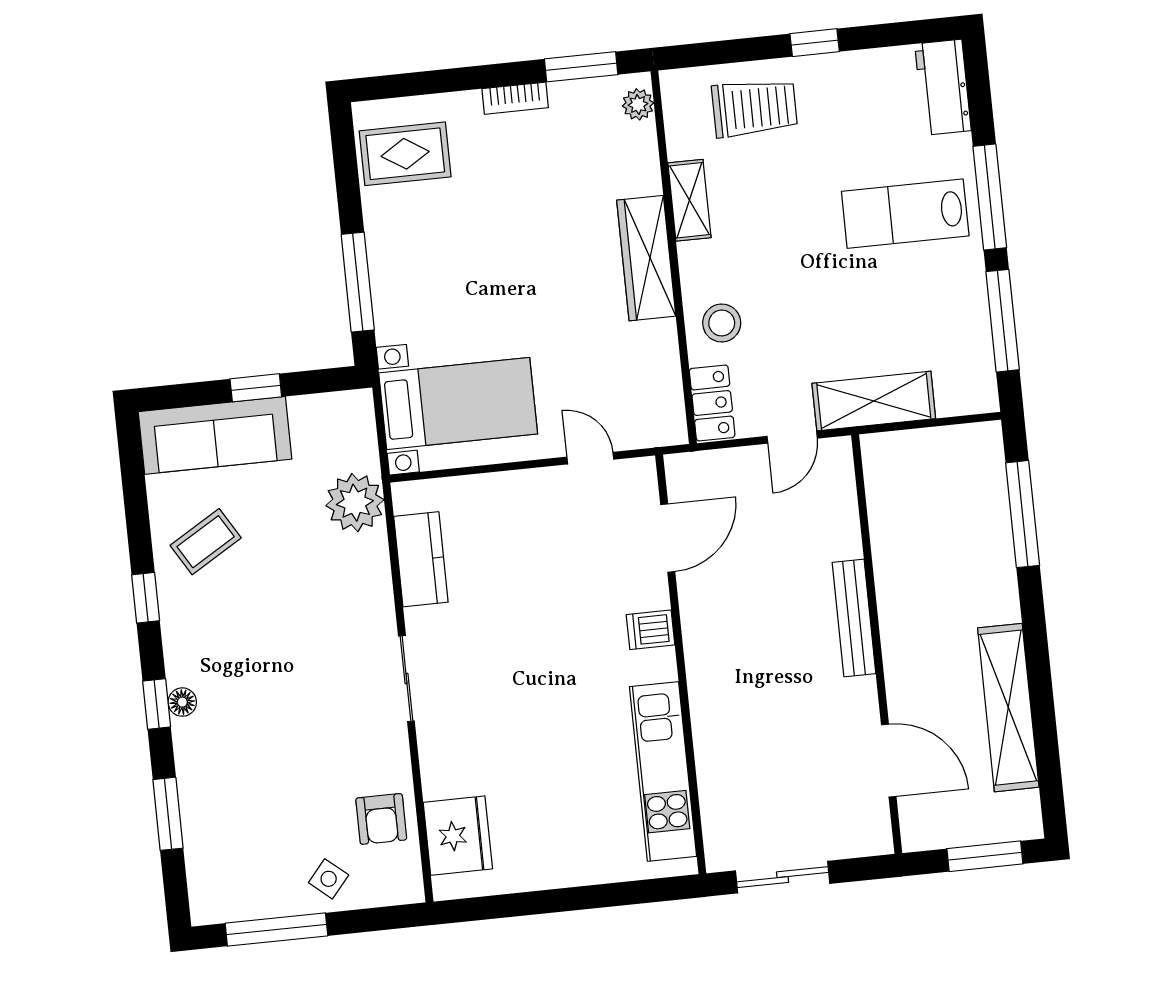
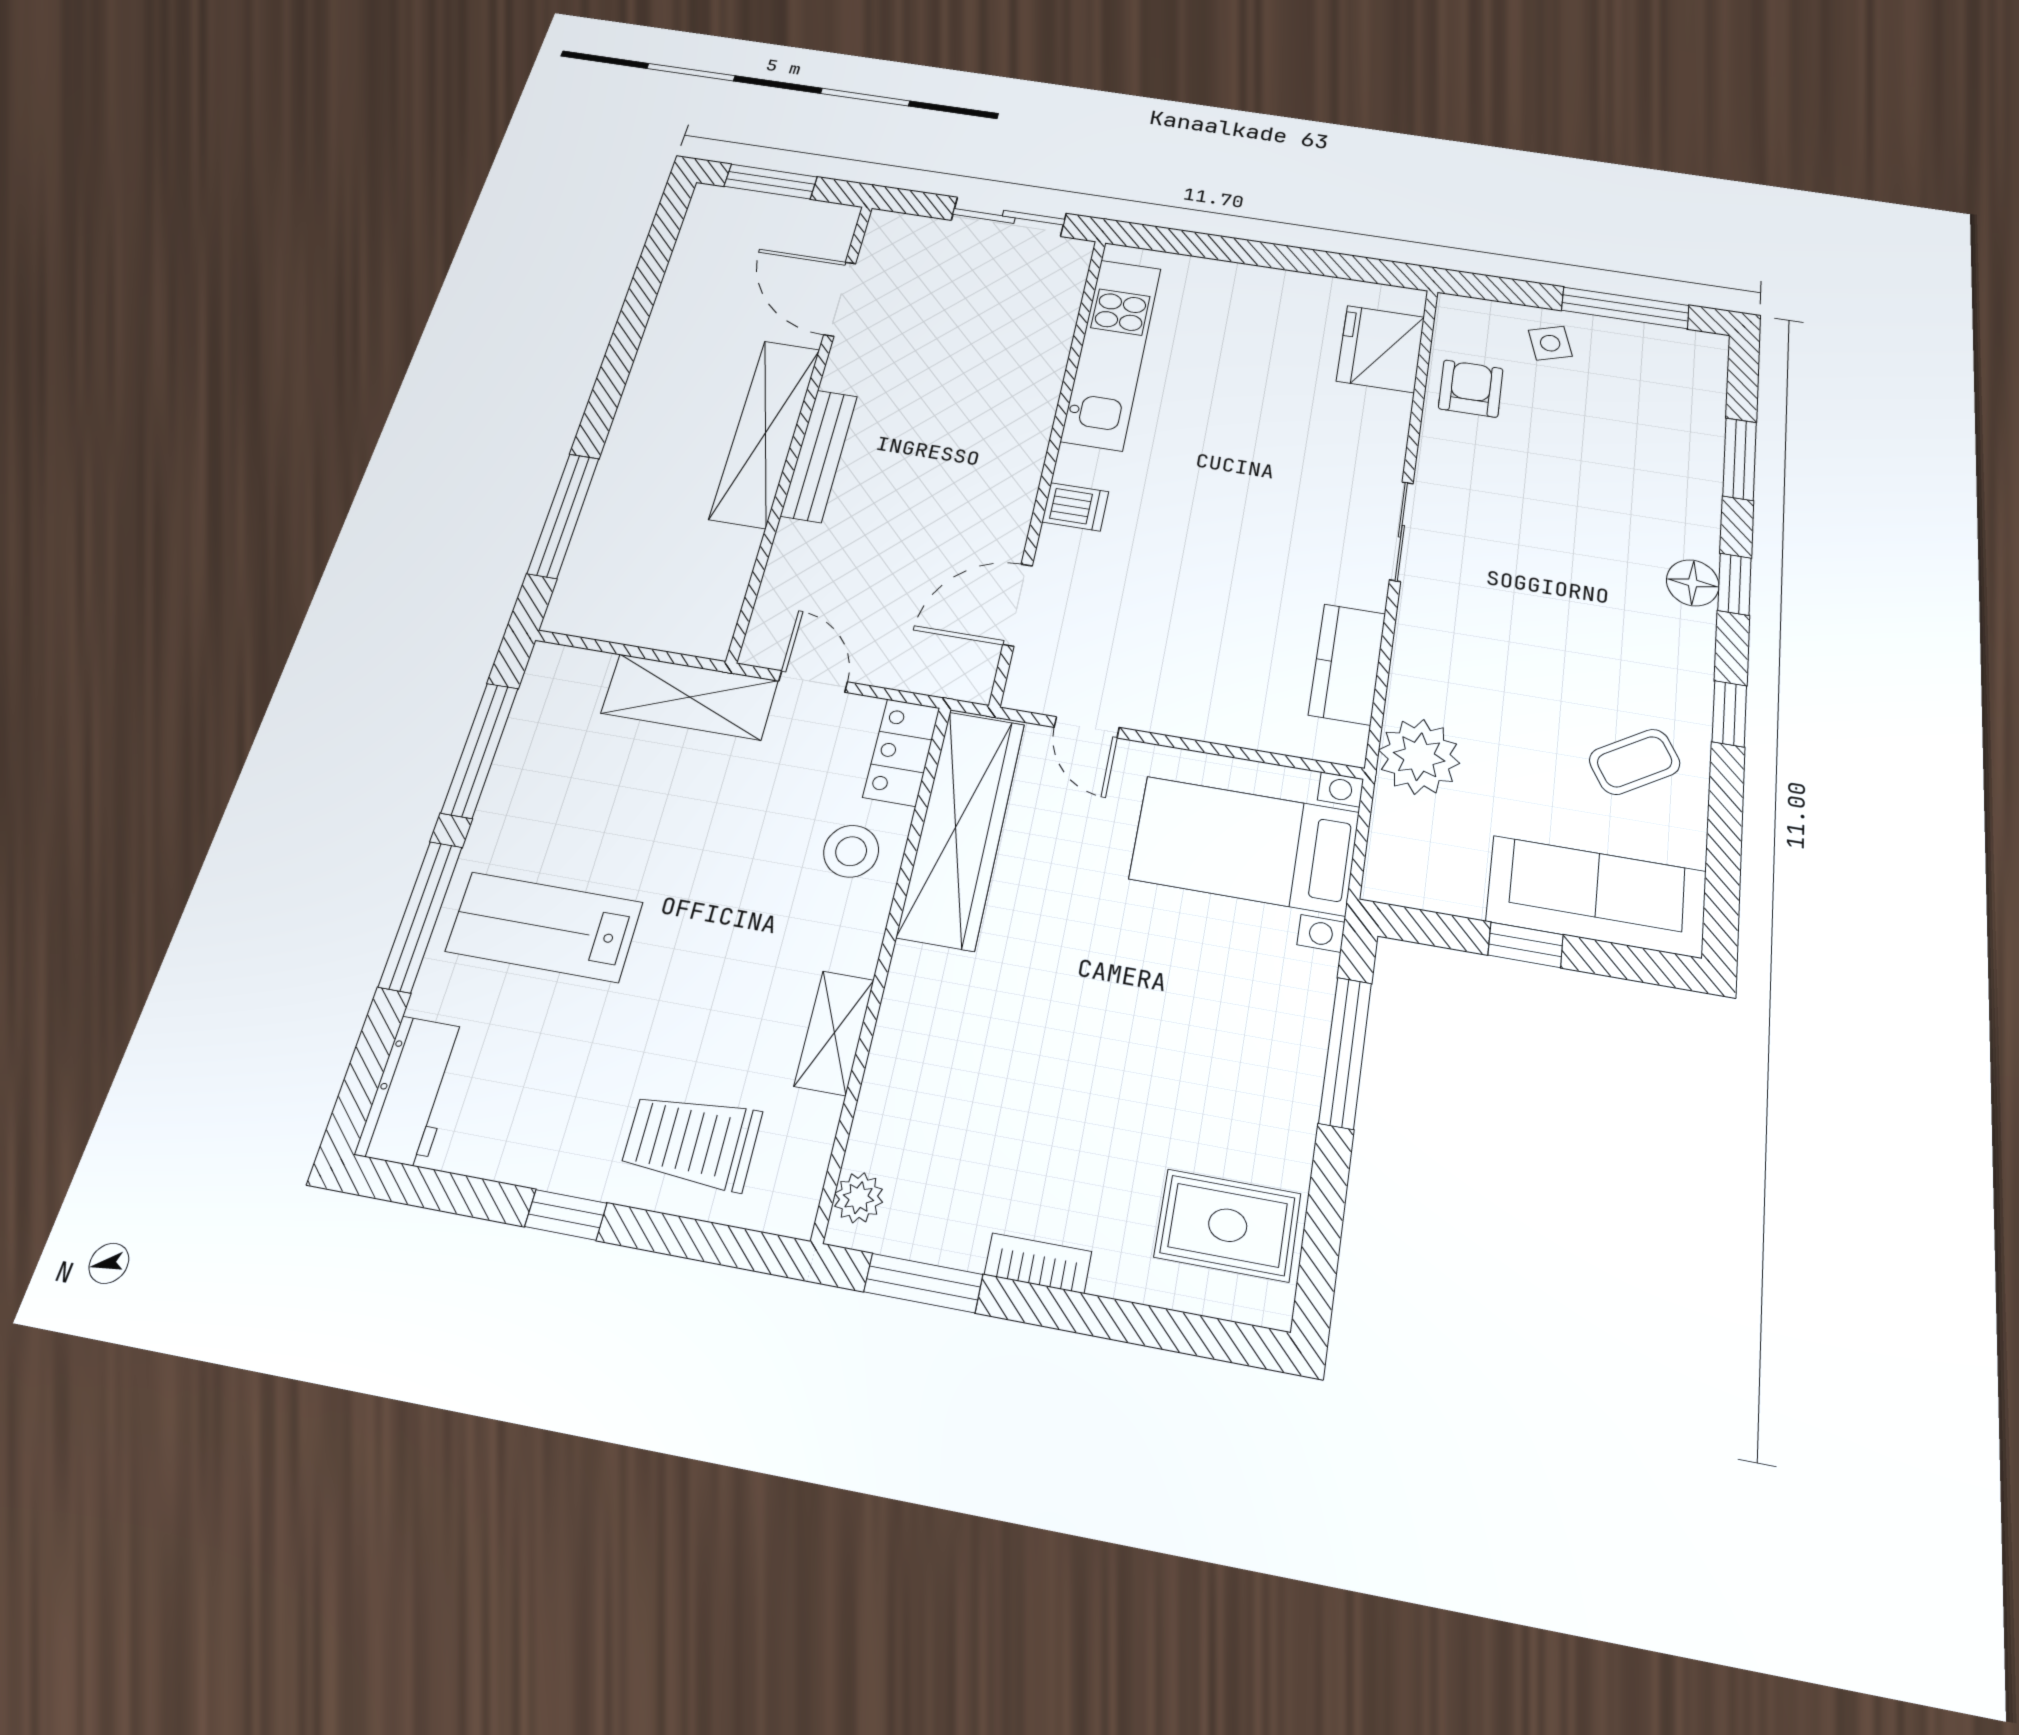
lab bench: (905, 214) -> (544, 927), turned 180
wardrobe: (646, 258) -> (962, 829), moved, width x1.40, depth x1.17
door: (792, 437) -> (813, 682), hinge flipped
floor lamp: (182, 702) -> (1693, 583), width x1.37, depth x1.37
shelving: (1008, 708) -> (765, 433), moved
side table: (329, 879) -> (1550, 343), turned 32

